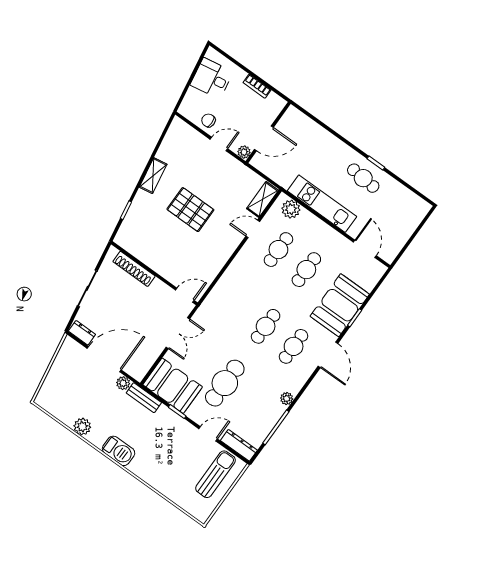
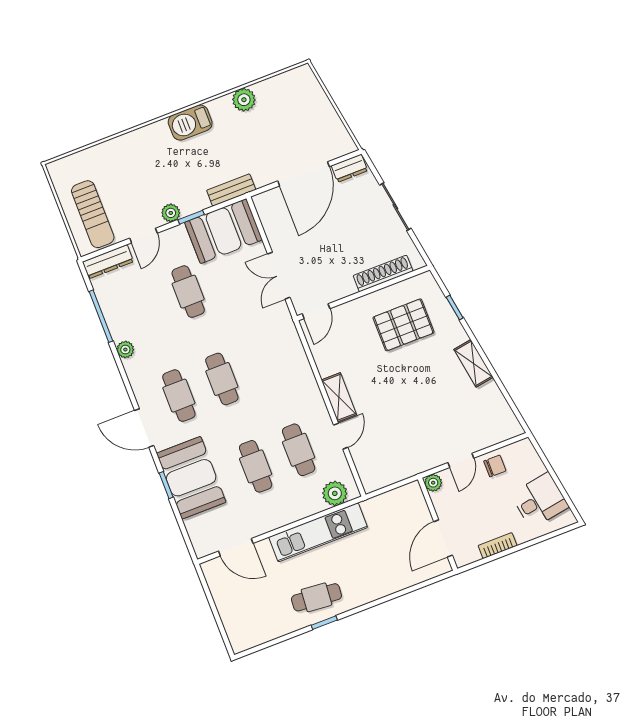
door: (264, 138) -> (443, 538), moved
shelving: (263, 199) -> (339, 397), moved
pallet: (190, 210) -> (404, 325), moved
plant: (123, 383) -> (171, 213), moved
cafe table: (225, 383) -> (188, 292), width x0.73, depth x0.74

